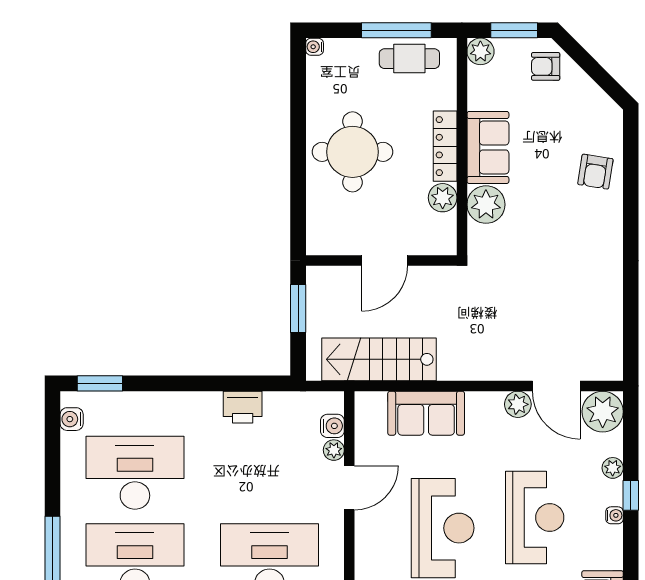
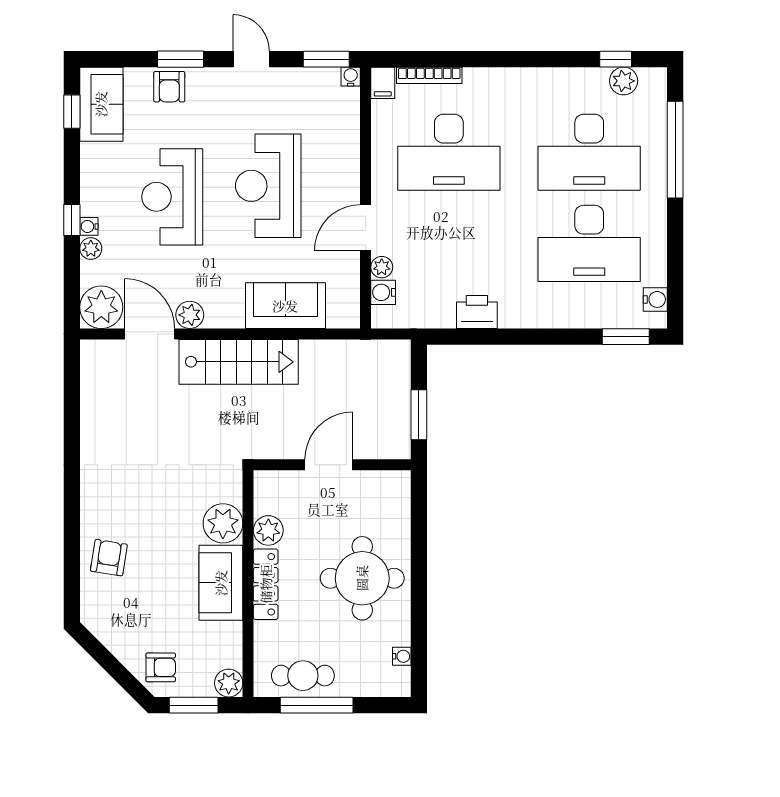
water cooler: (315, 47) -> (402, 656), moved
stairs: (379, 359) -> (239, 362), moved
water cooler: (615, 515) -> (89, 226), moved

